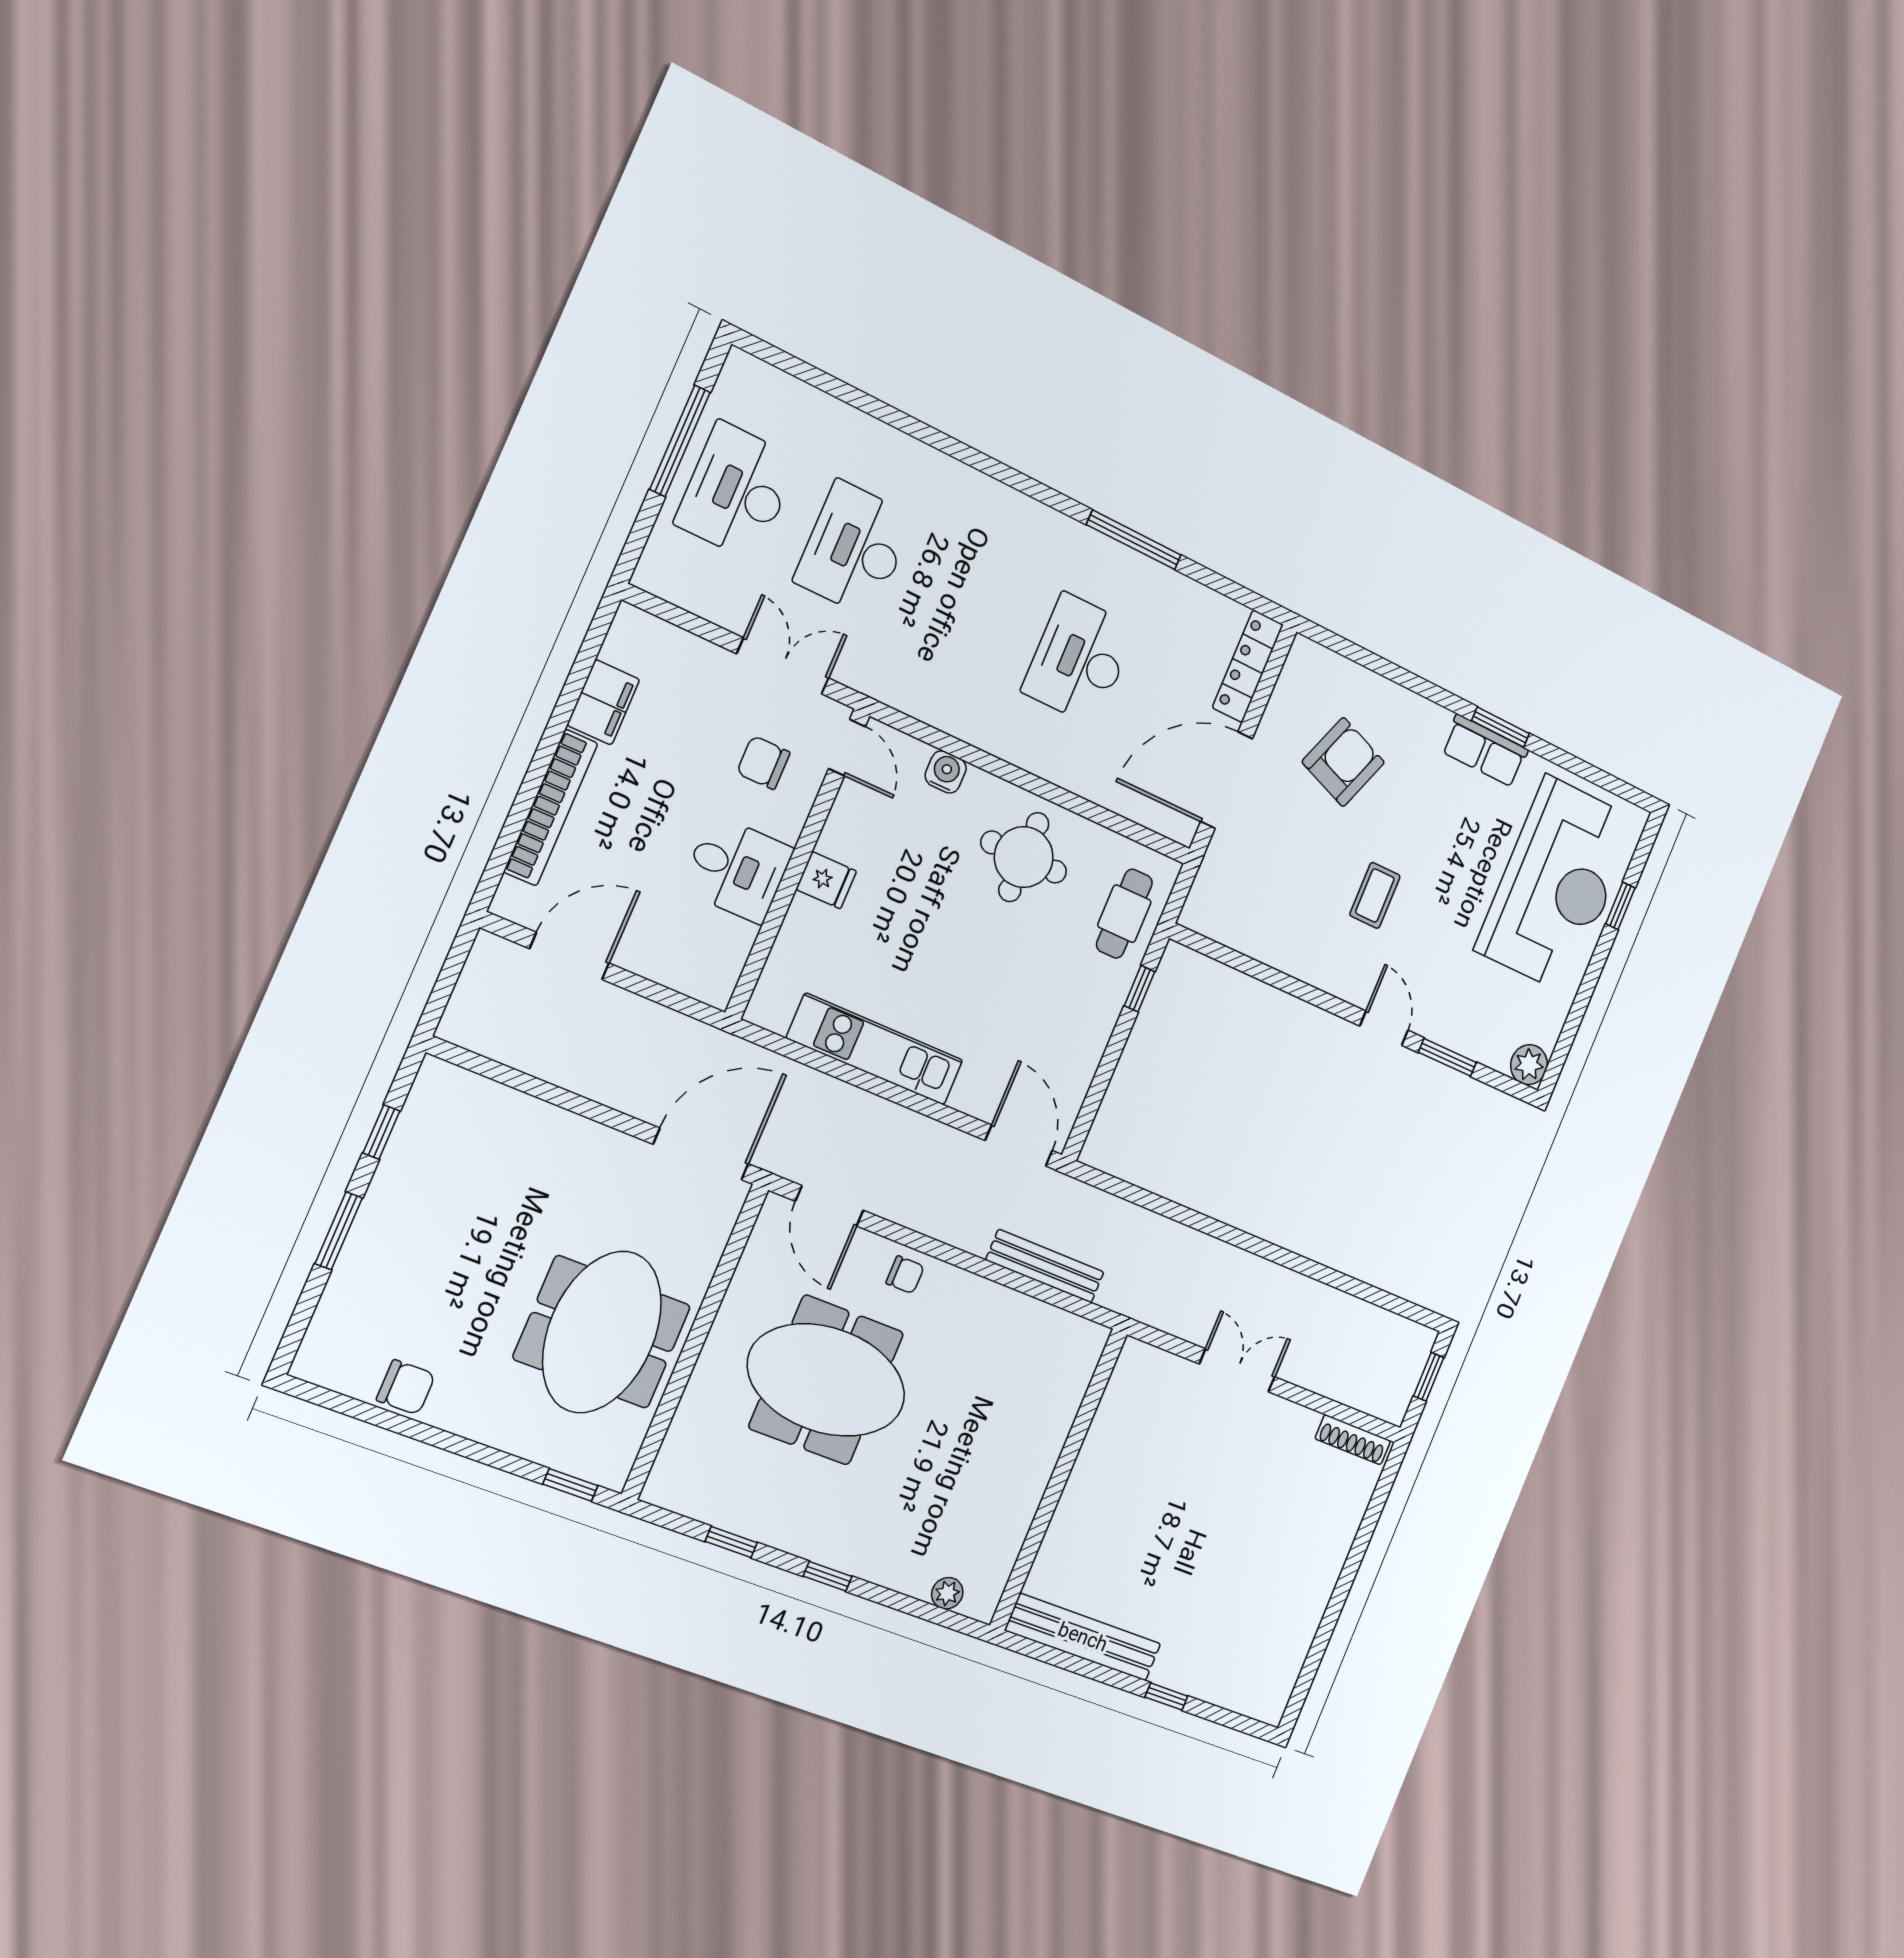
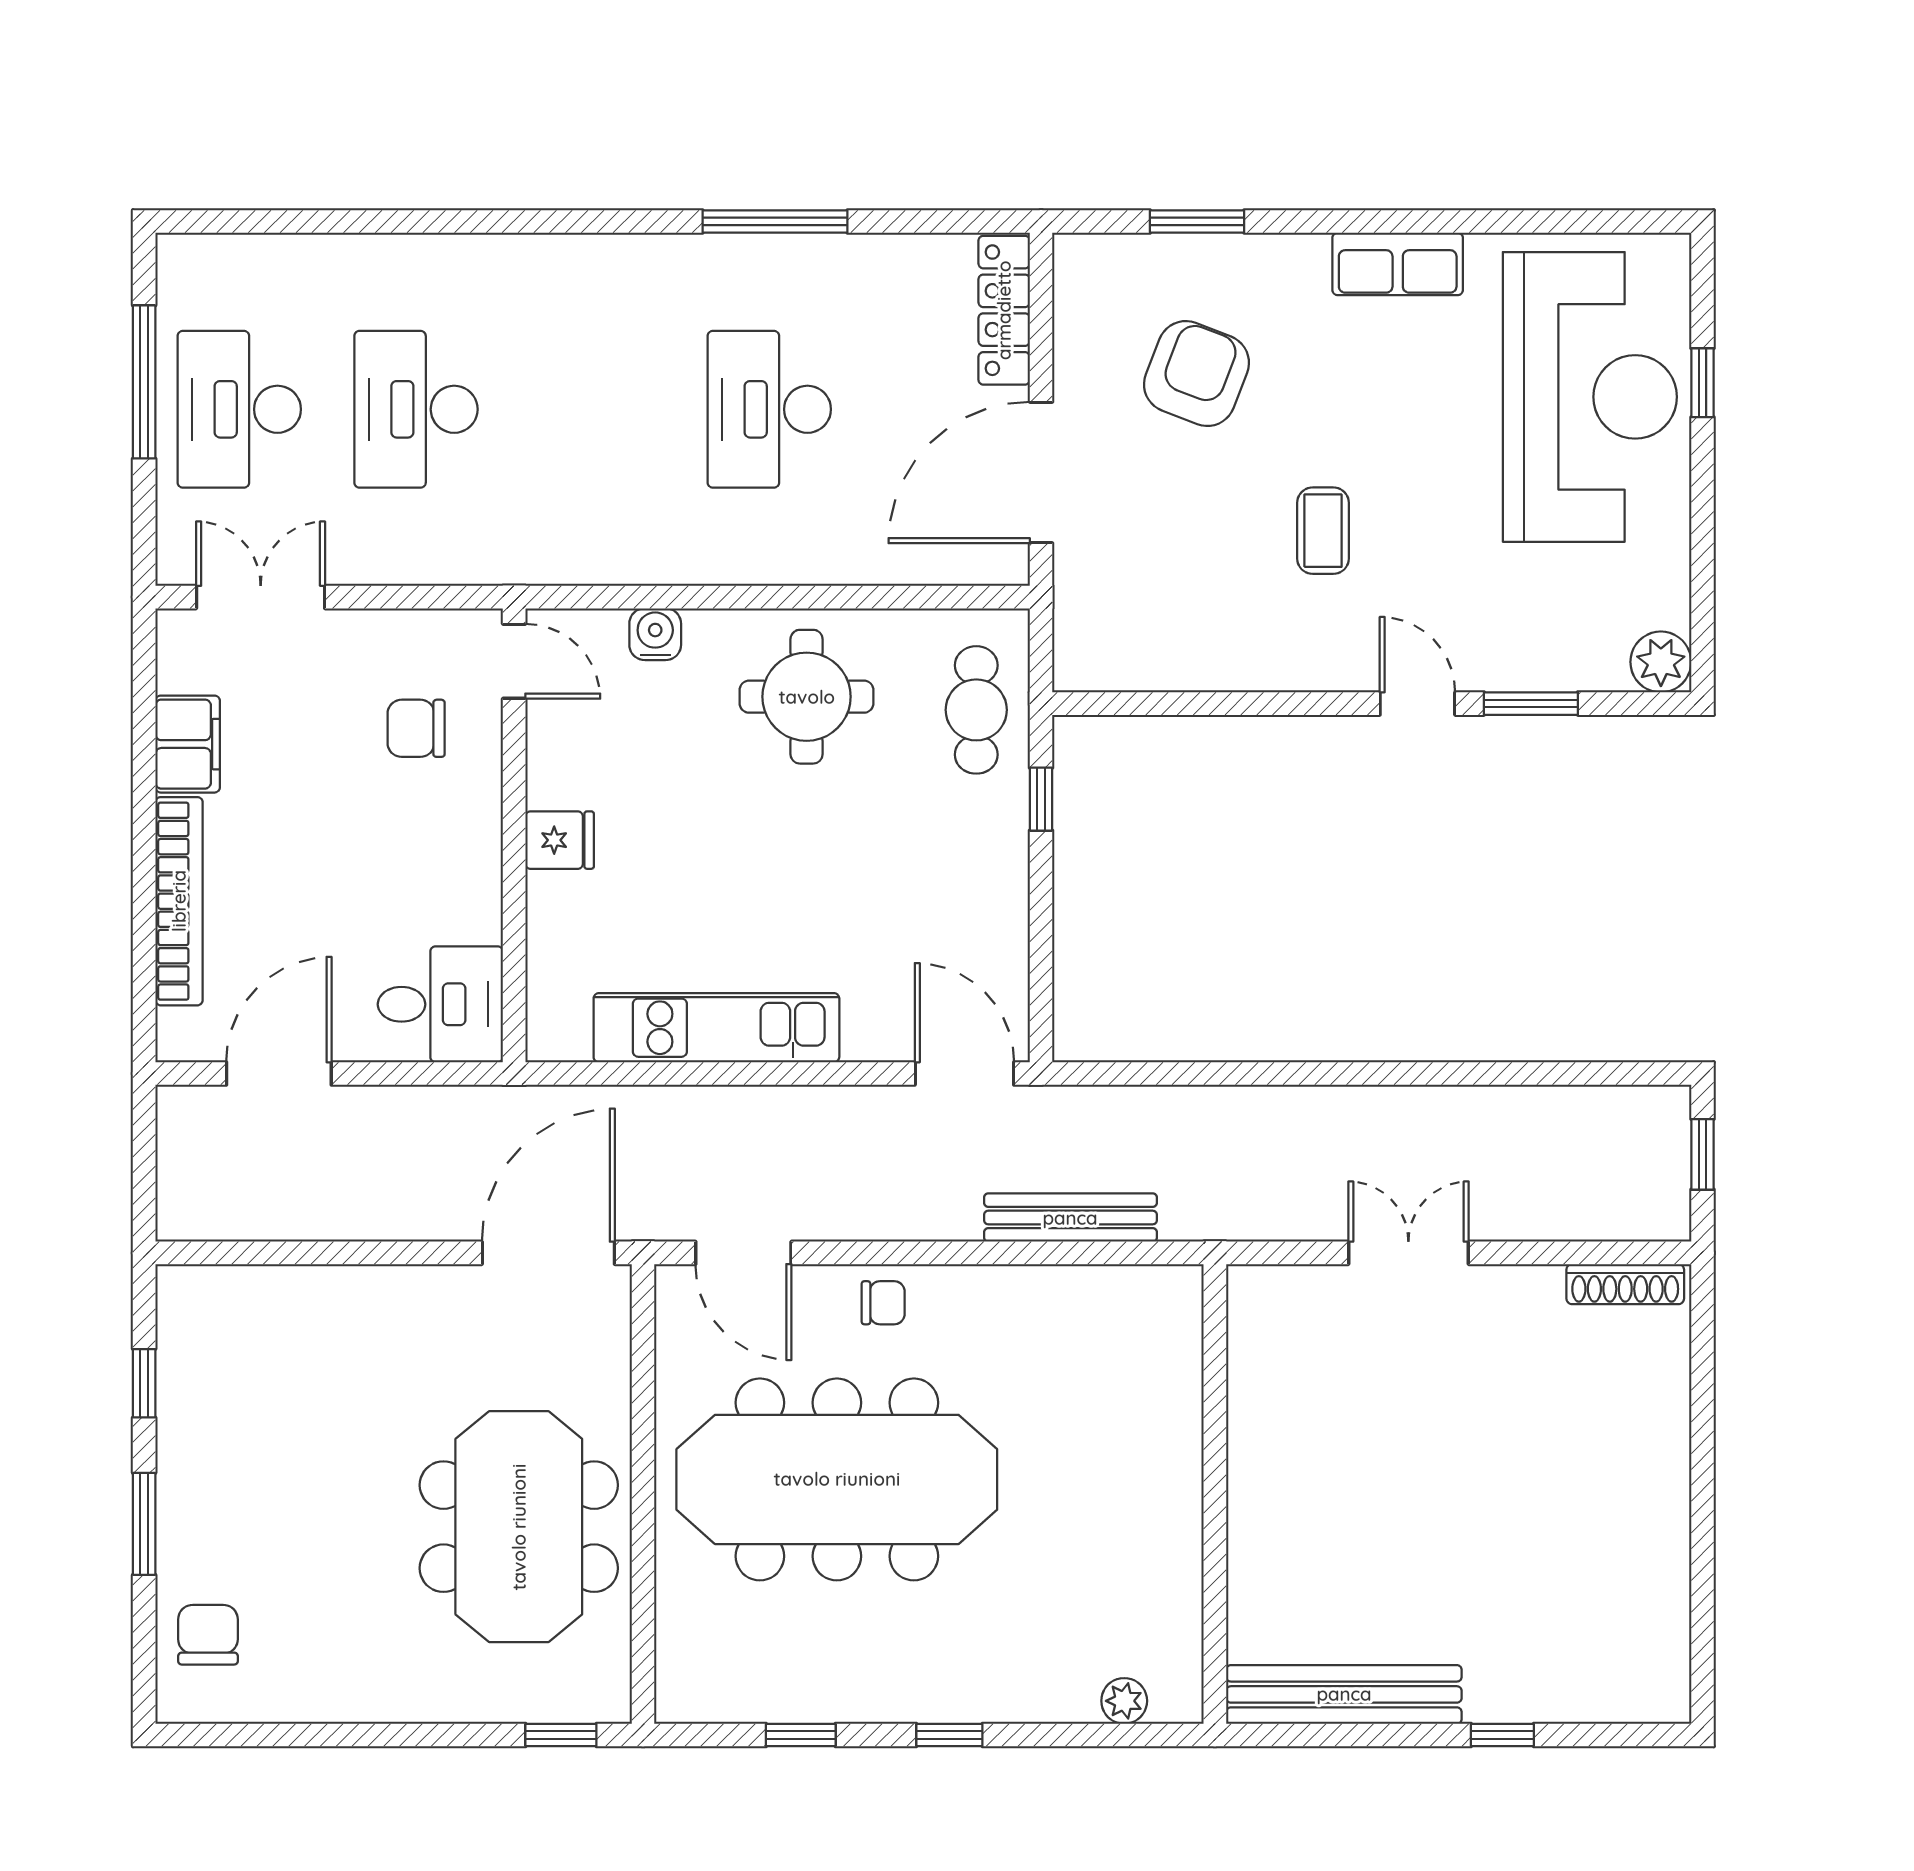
double door: (783, 666) -> (261, 597), moved
window: (1501, 727) -> (1197, 221), moved
desk: (737, 869) -> (440, 1004), moved
meeting table: (826, 1380) -> (837, 1479), width x1.36
chair: (406, 1387) -> (208, 1635), moved, turned -90

